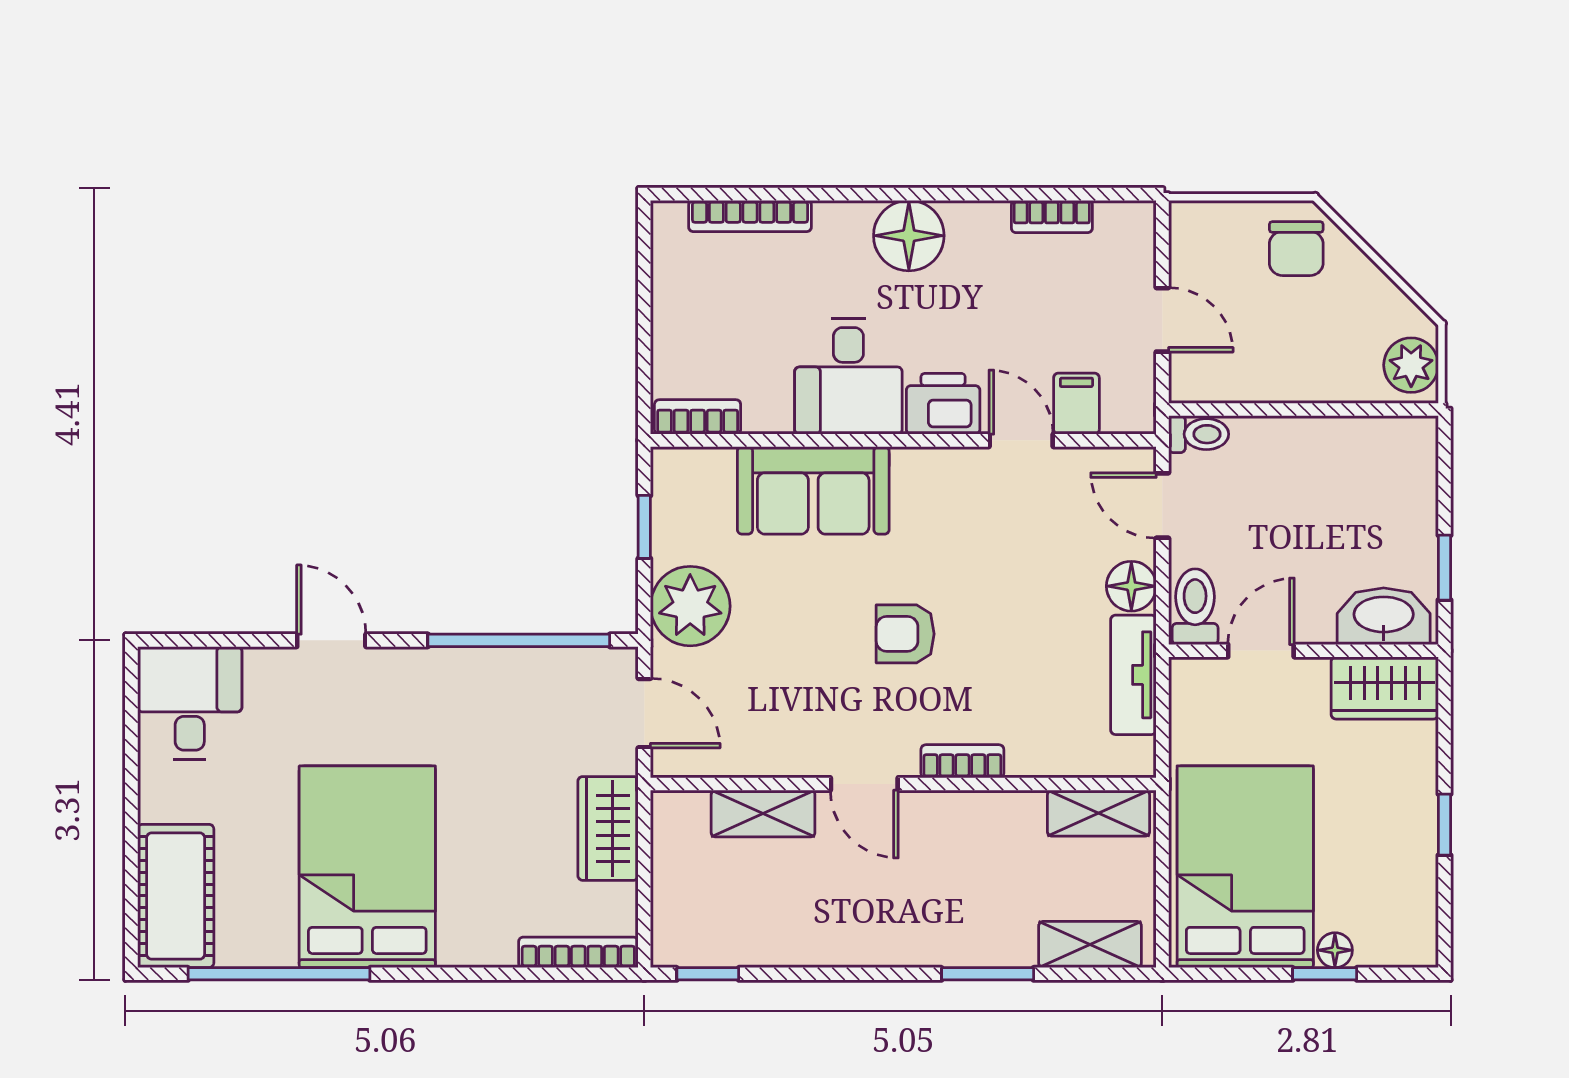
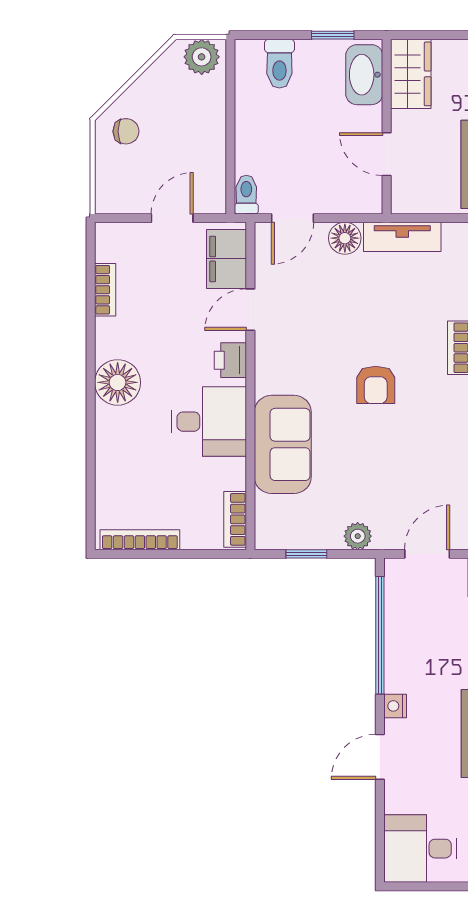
bookcase: (750, 216) -> (140, 540), moved, turned -90
chair: (1296, 249) -> (126, 131), width x0.73, depth x0.73
printer: (943, 404) -> (230, 360), width x0.73, depth x0.81
filing cabinet: (1076, 404) -> (227, 259), width x2.00
plant: (690, 606) -> (358, 536), width x0.53, depth x0.53
toilet: (1195, 607) -> (279, 64), moved, turned -90
nightstand: (410, 664) -> (395, 706), added

